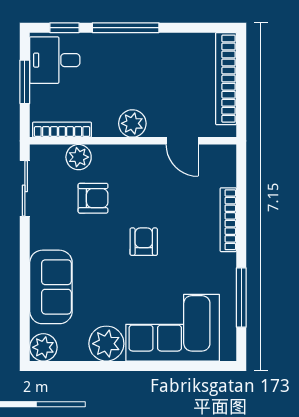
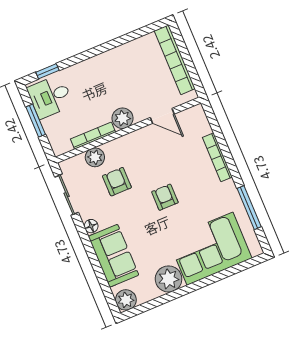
window: (126, 28) -> (90, 54), removed
bookcase: (62, 130) -> (93, 136), moved
armchair: (93, 198) -> (117, 182), turned -90
floor lamp: (39, 239) -> (91, 226), added

